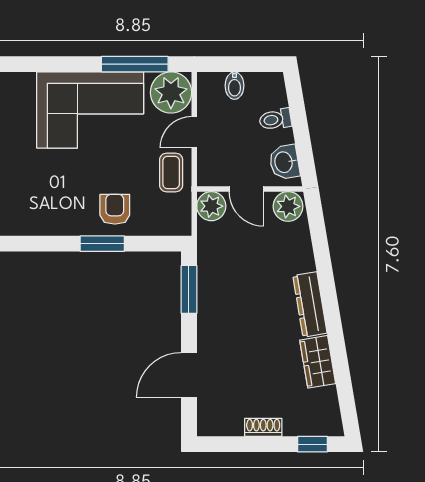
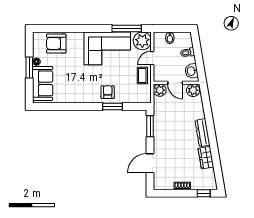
armchair: (115, 209) -> (108, 92), moved

